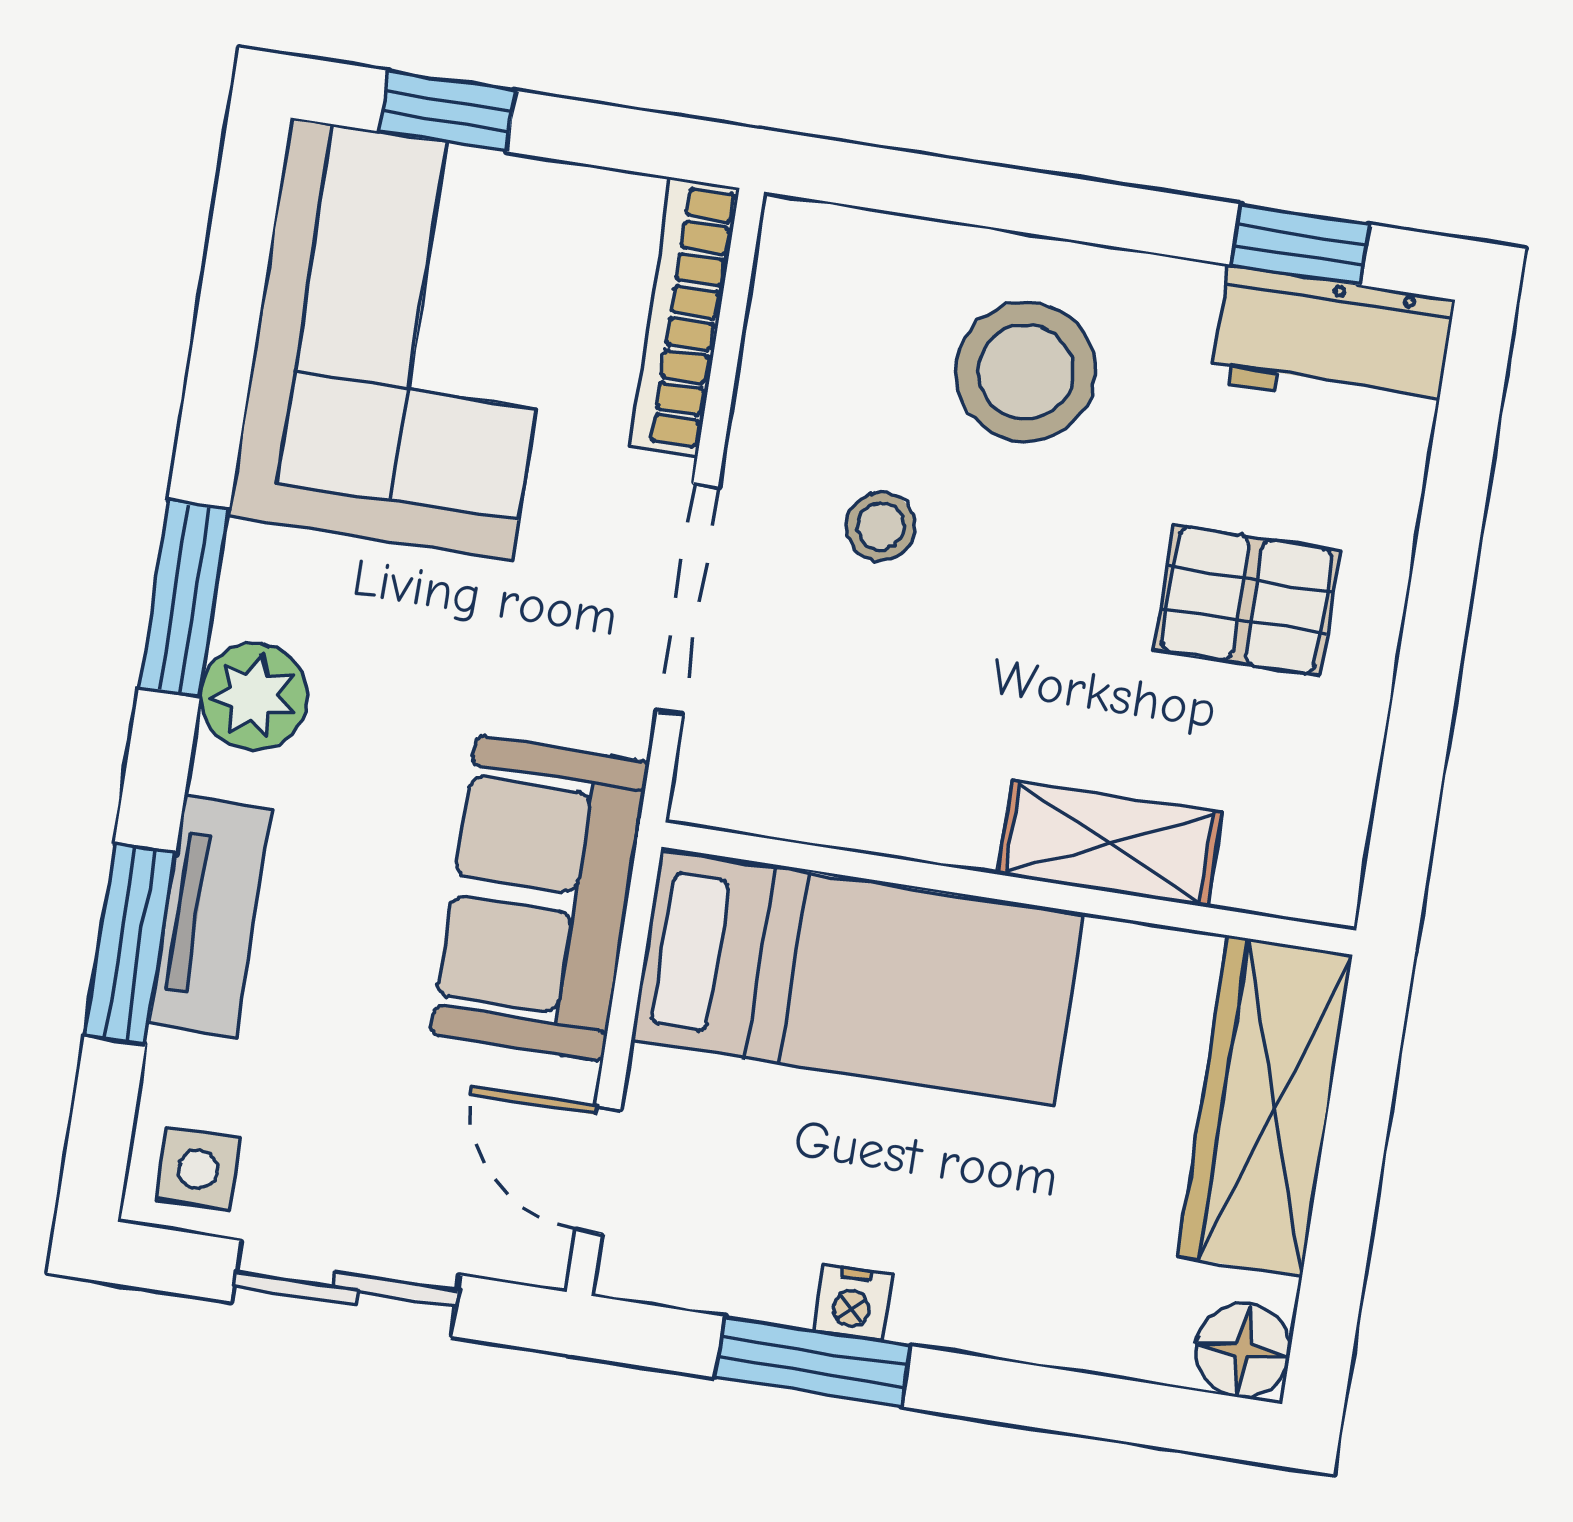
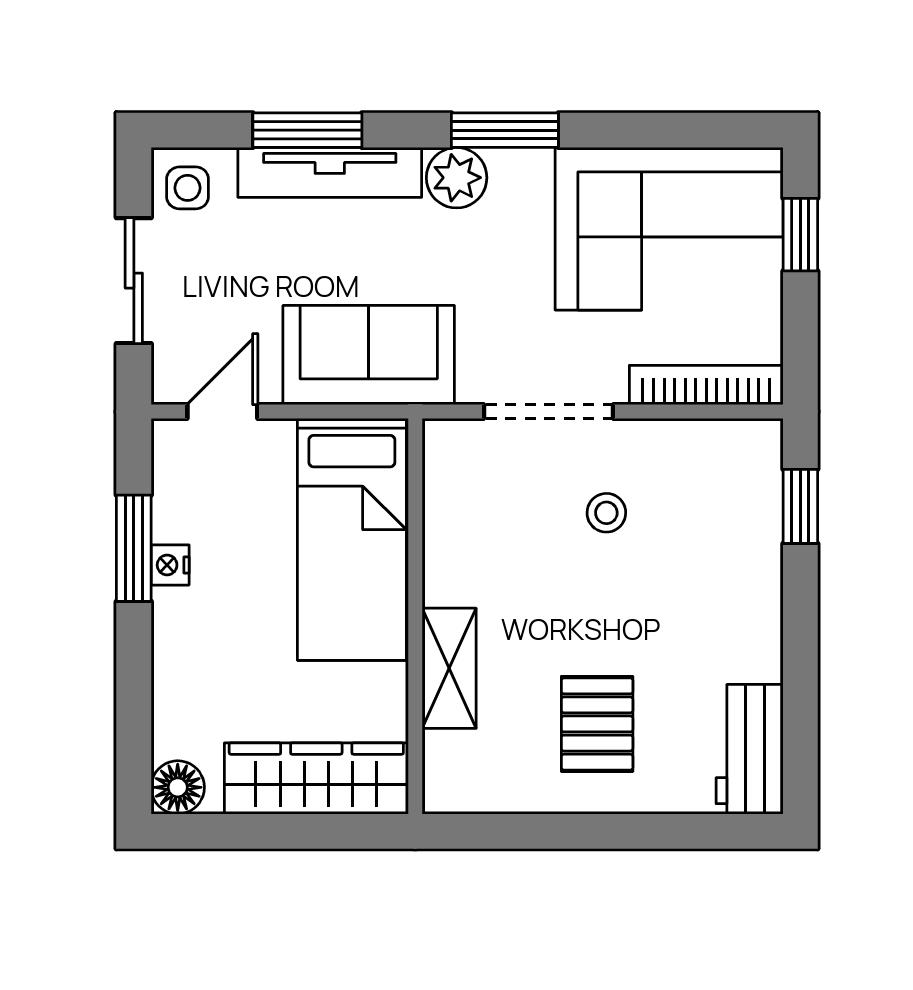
window: (1300, 245) -> (800, 506), moved
stool: (1026, 372) -> (705, 580), removed
tv unit: (210, 916) -> (330, 172), width x1.41

